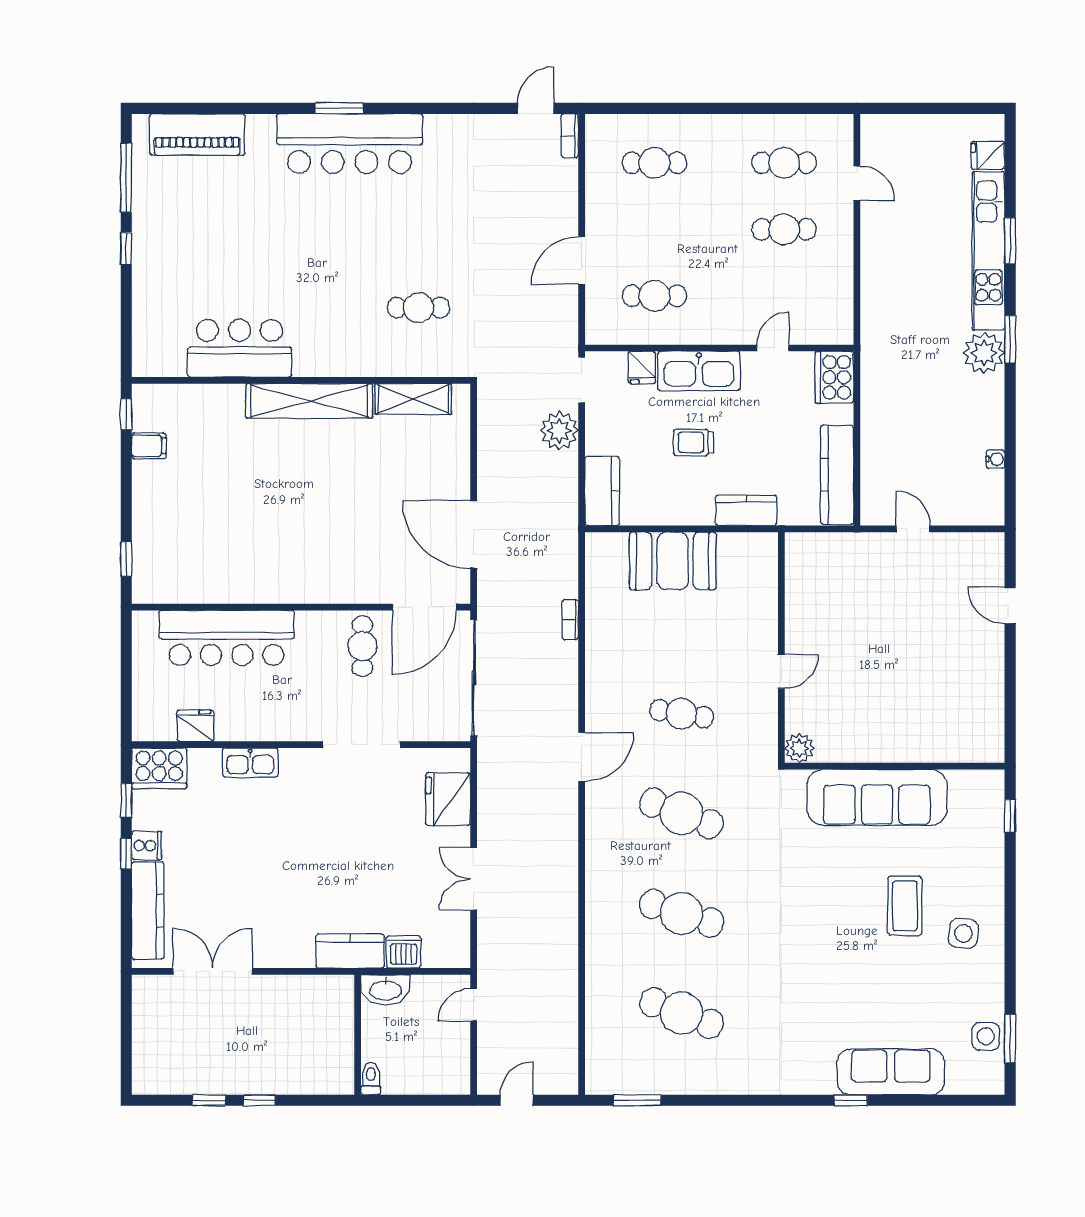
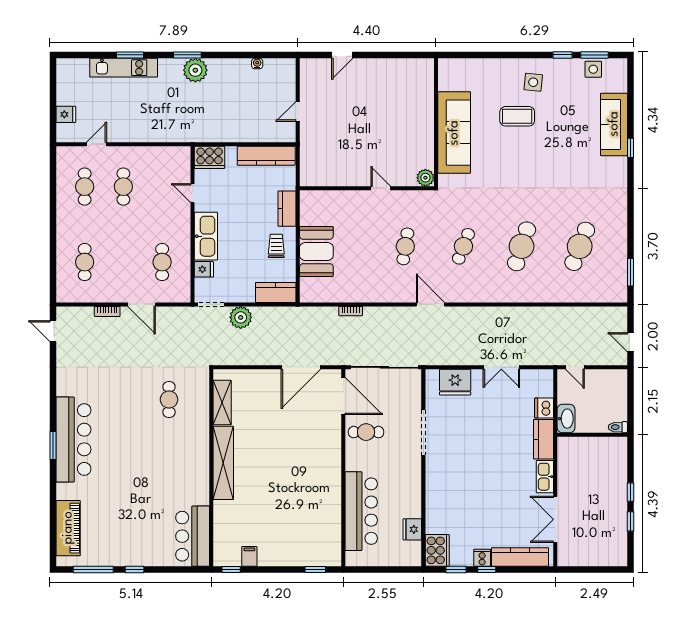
bookcase: (570, 136) -> (107, 311), moved
fridge: (988, 155) -> (66, 114), moved, turned -90
kitchen unit: (988, 251) -> (124, 68), width x0.73
bar counter: (239, 348) -> (193, 536), moved
trolley: (694, 442) -> (276, 246), moved, turned 180
kitchen sink: (250, 763) -> (545, 477), moved, turned 180
cafe table: (681, 813) -> (463, 246), width x0.73, depth x0.74
window: (1010, 816) -> (563, 55), moved

